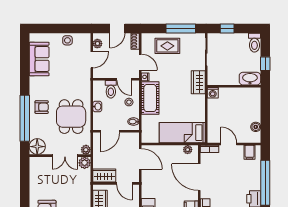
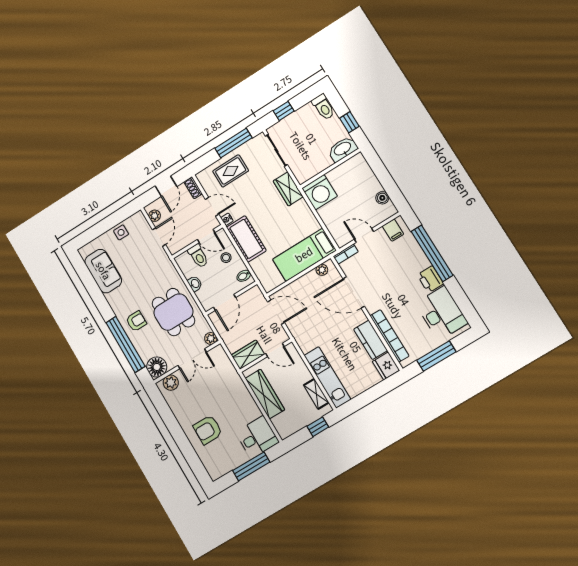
washing machine: (213, 93) -> (320, 192), width x1.89, depth x1.89
plant: (85, 163) -> (171, 383), moved

